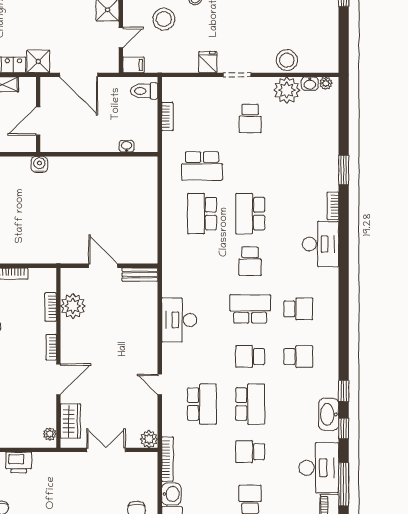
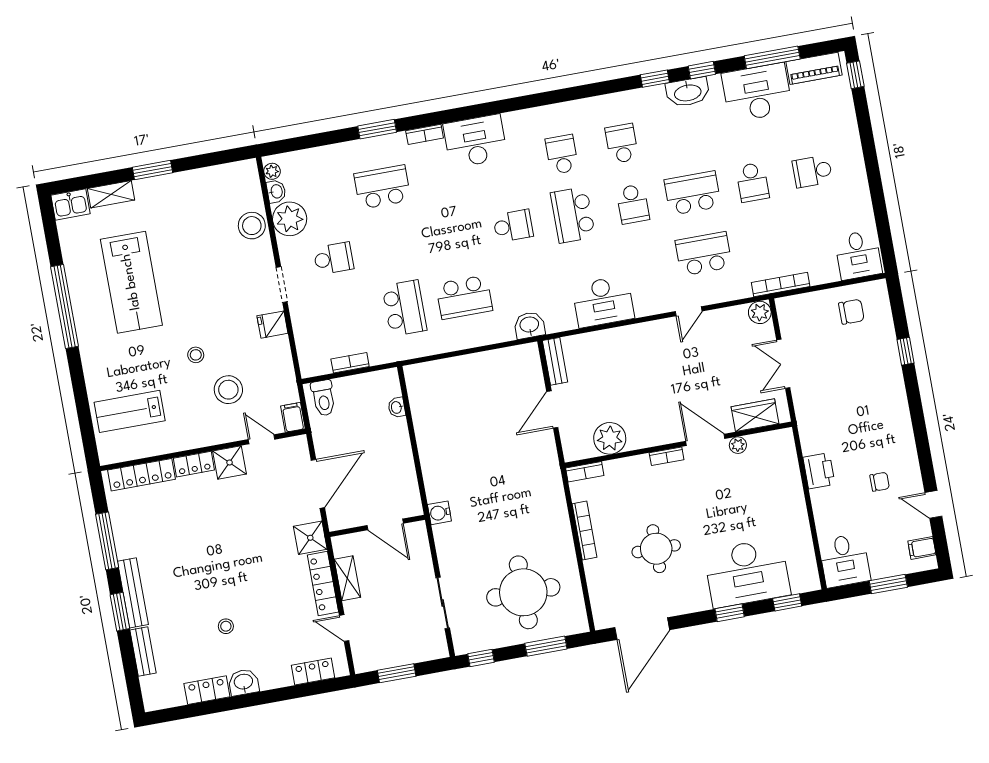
school desk: (250, 214) -> (382, 187), moved, turned 180
bookcase: (51, 307) -> (585, 472), moved
plant: (50, 434) -> (738, 445), moved
washbasin: (171, 494) -> (529, 325), moved

